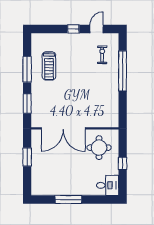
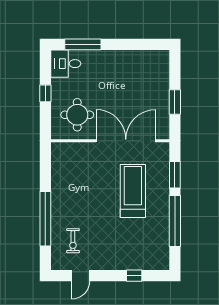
window: (73, 29) -> (134, 276), moved
treadmill: (49, 66) -> (133, 191), moved, width x1.37, depth x1.38
window: (27, 69) -> (175, 221), width x1.46
window: (68, 200) -> (83, 44), moved

